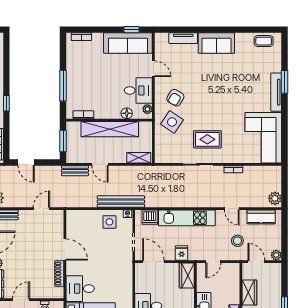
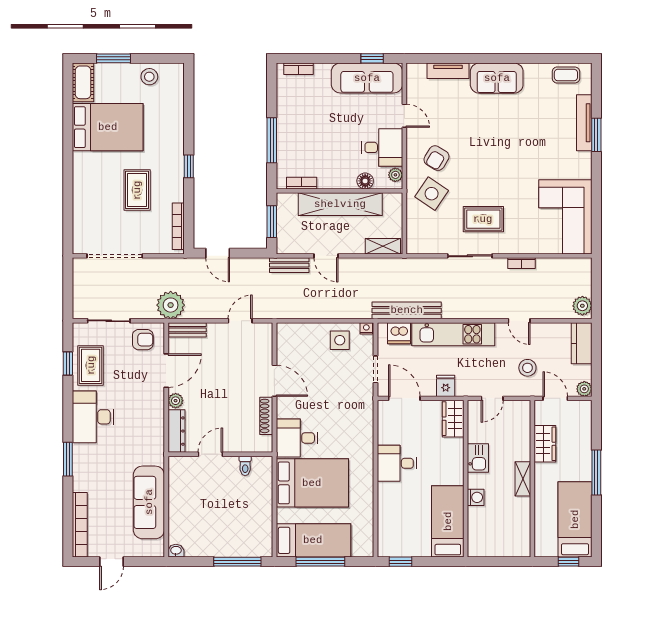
tv unit: (276, 92) -> (584, 123), moved
bench: (121, 202) -> (407, 310), moved
kitchen counter: (261, 217) -> (582, 343), moved, turned 90

